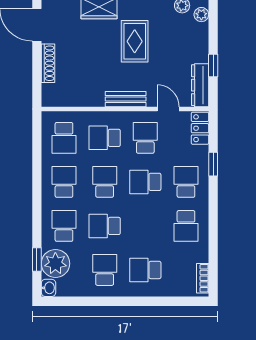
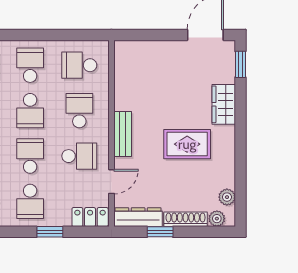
shoe rack: (48, 63) -> (186, 219), moved, turned 180
school desk: (64, 182) -> (30, 65), turned -90
school desk: (105, 182) -> (30, 111), turned 90
school desk: (186, 182) -> (30, 201), turned 90

